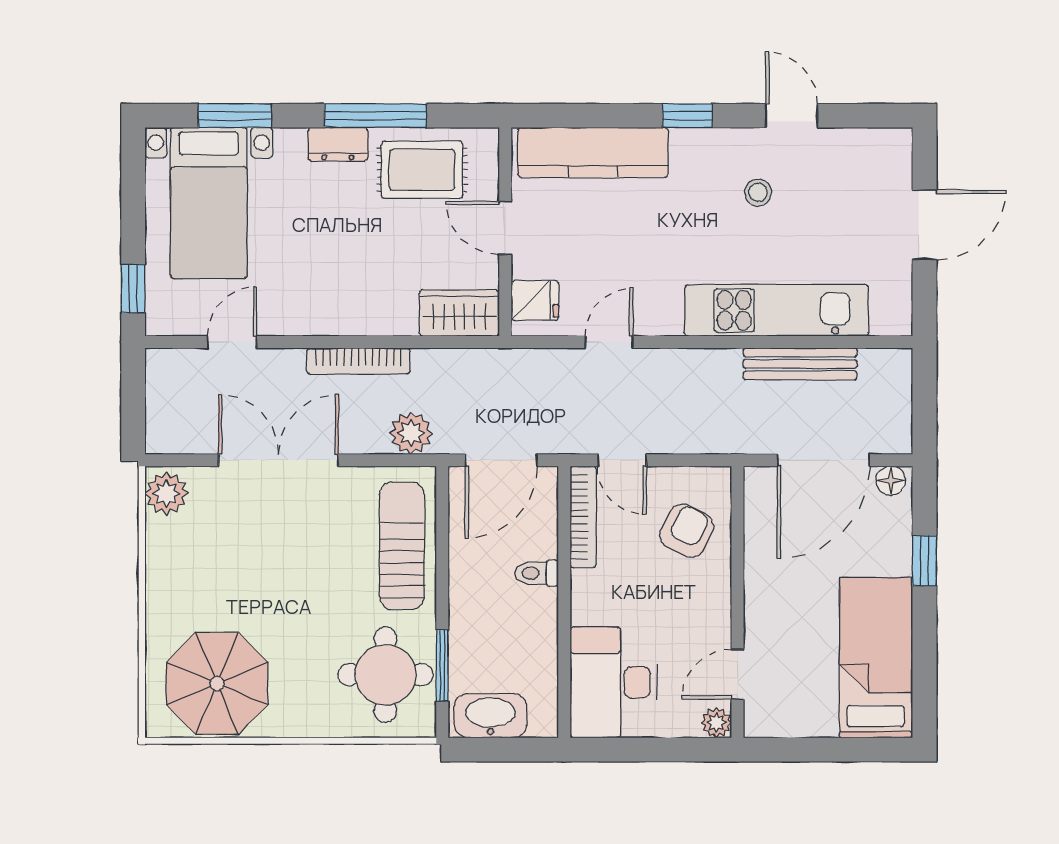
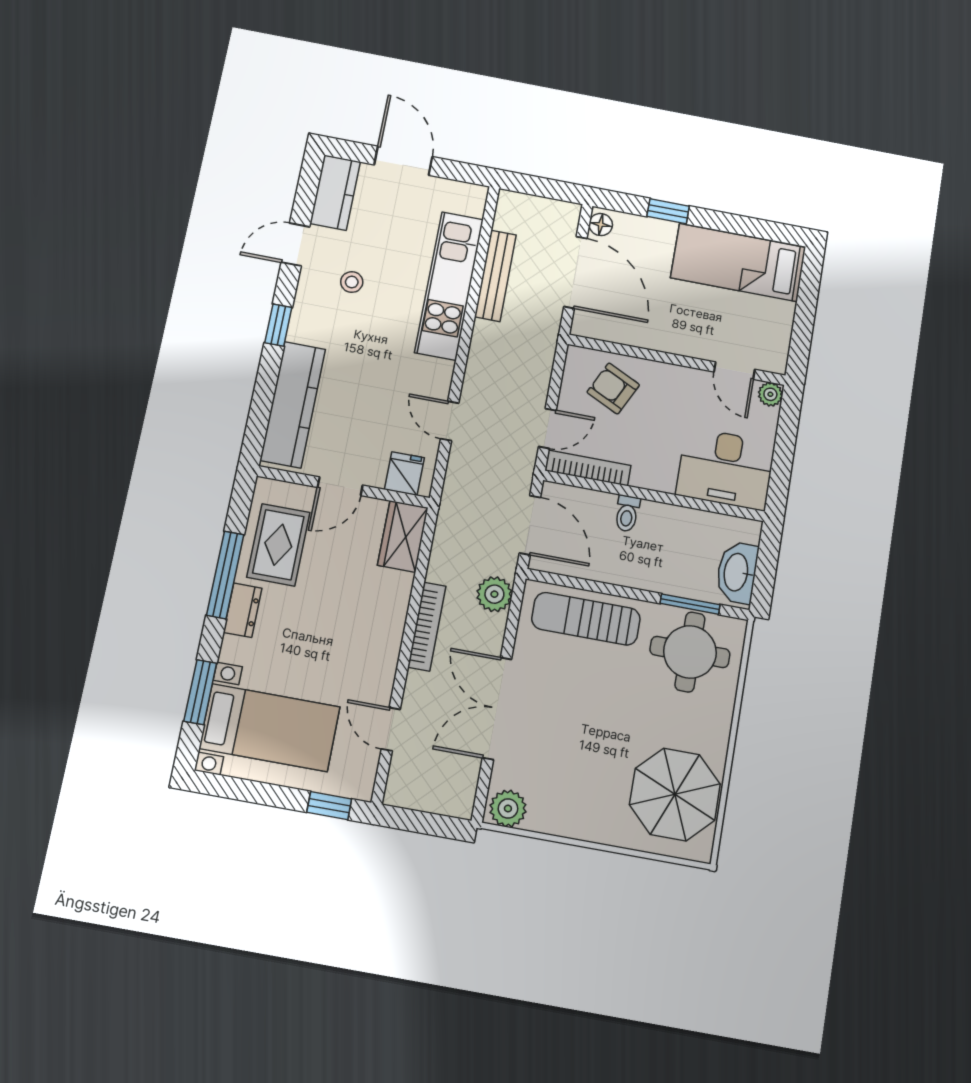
kitchen counter: (867, 150) -> (335, 193), added

